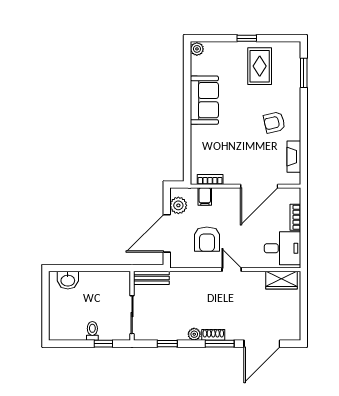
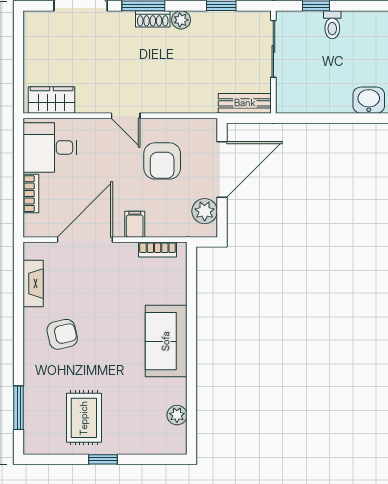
plant: (197, 49) -> (177, 415), moved
sofa: (204, 100) -> (166, 341), moved
filing cabinet: (205, 197) -> (135, 224), moved
armchair: (207, 239) -> (162, 161), turned 180

